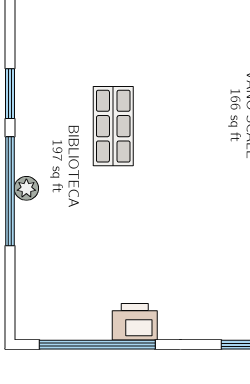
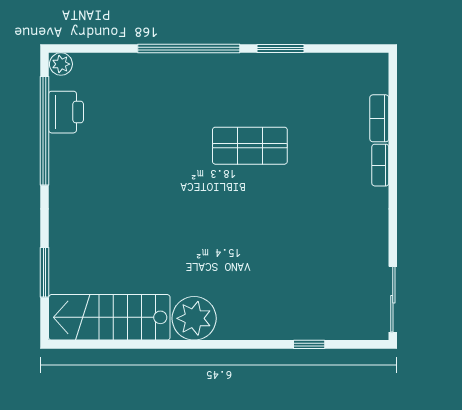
plant: (26, 188) -> (61, 64), moved
printer: (135, 322) -> (66, 112), moved

